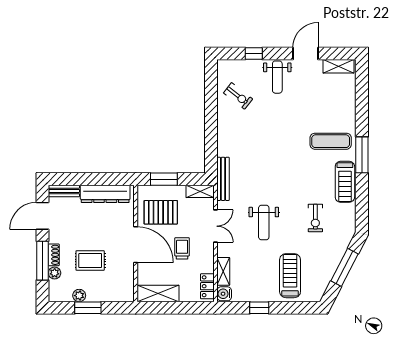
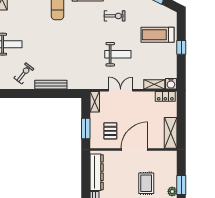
bench: (223, 179) -> (51, 85), moved
pallet: (161, 212) -> (110, 131), width x0.67, depth x0.71
trolley: (182, 248) -> (137, 115), removed
window: (259, 308) -> (181, 47), moved

